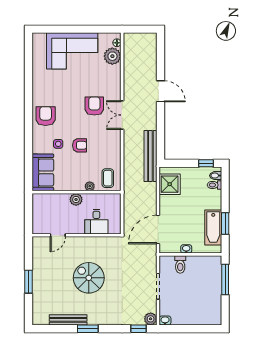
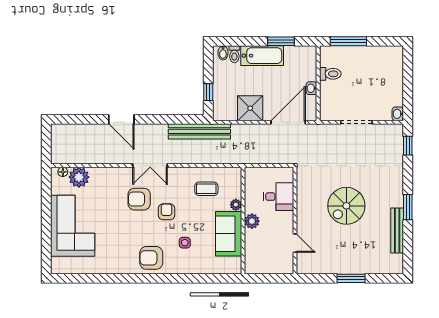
door: (160, 91) -> (121, 119), swing flipped
armchair: (80, 145) -> (166, 212), moved
window: (206, 163) -> (208, 92), moved
sofa: (43, 172) -> (229, 234), moved, turned -90
coffee table: (108, 178) -> (206, 189), moved
shower: (170, 184) -> (250, 108), moved
bathtub: (213, 228) -> (262, 56), moved
door: (158, 230) -> (288, 122), swing flipped
toilet: (180, 264) -> (330, 74), moved
plant: (151, 319) -> (396, 131), removed

